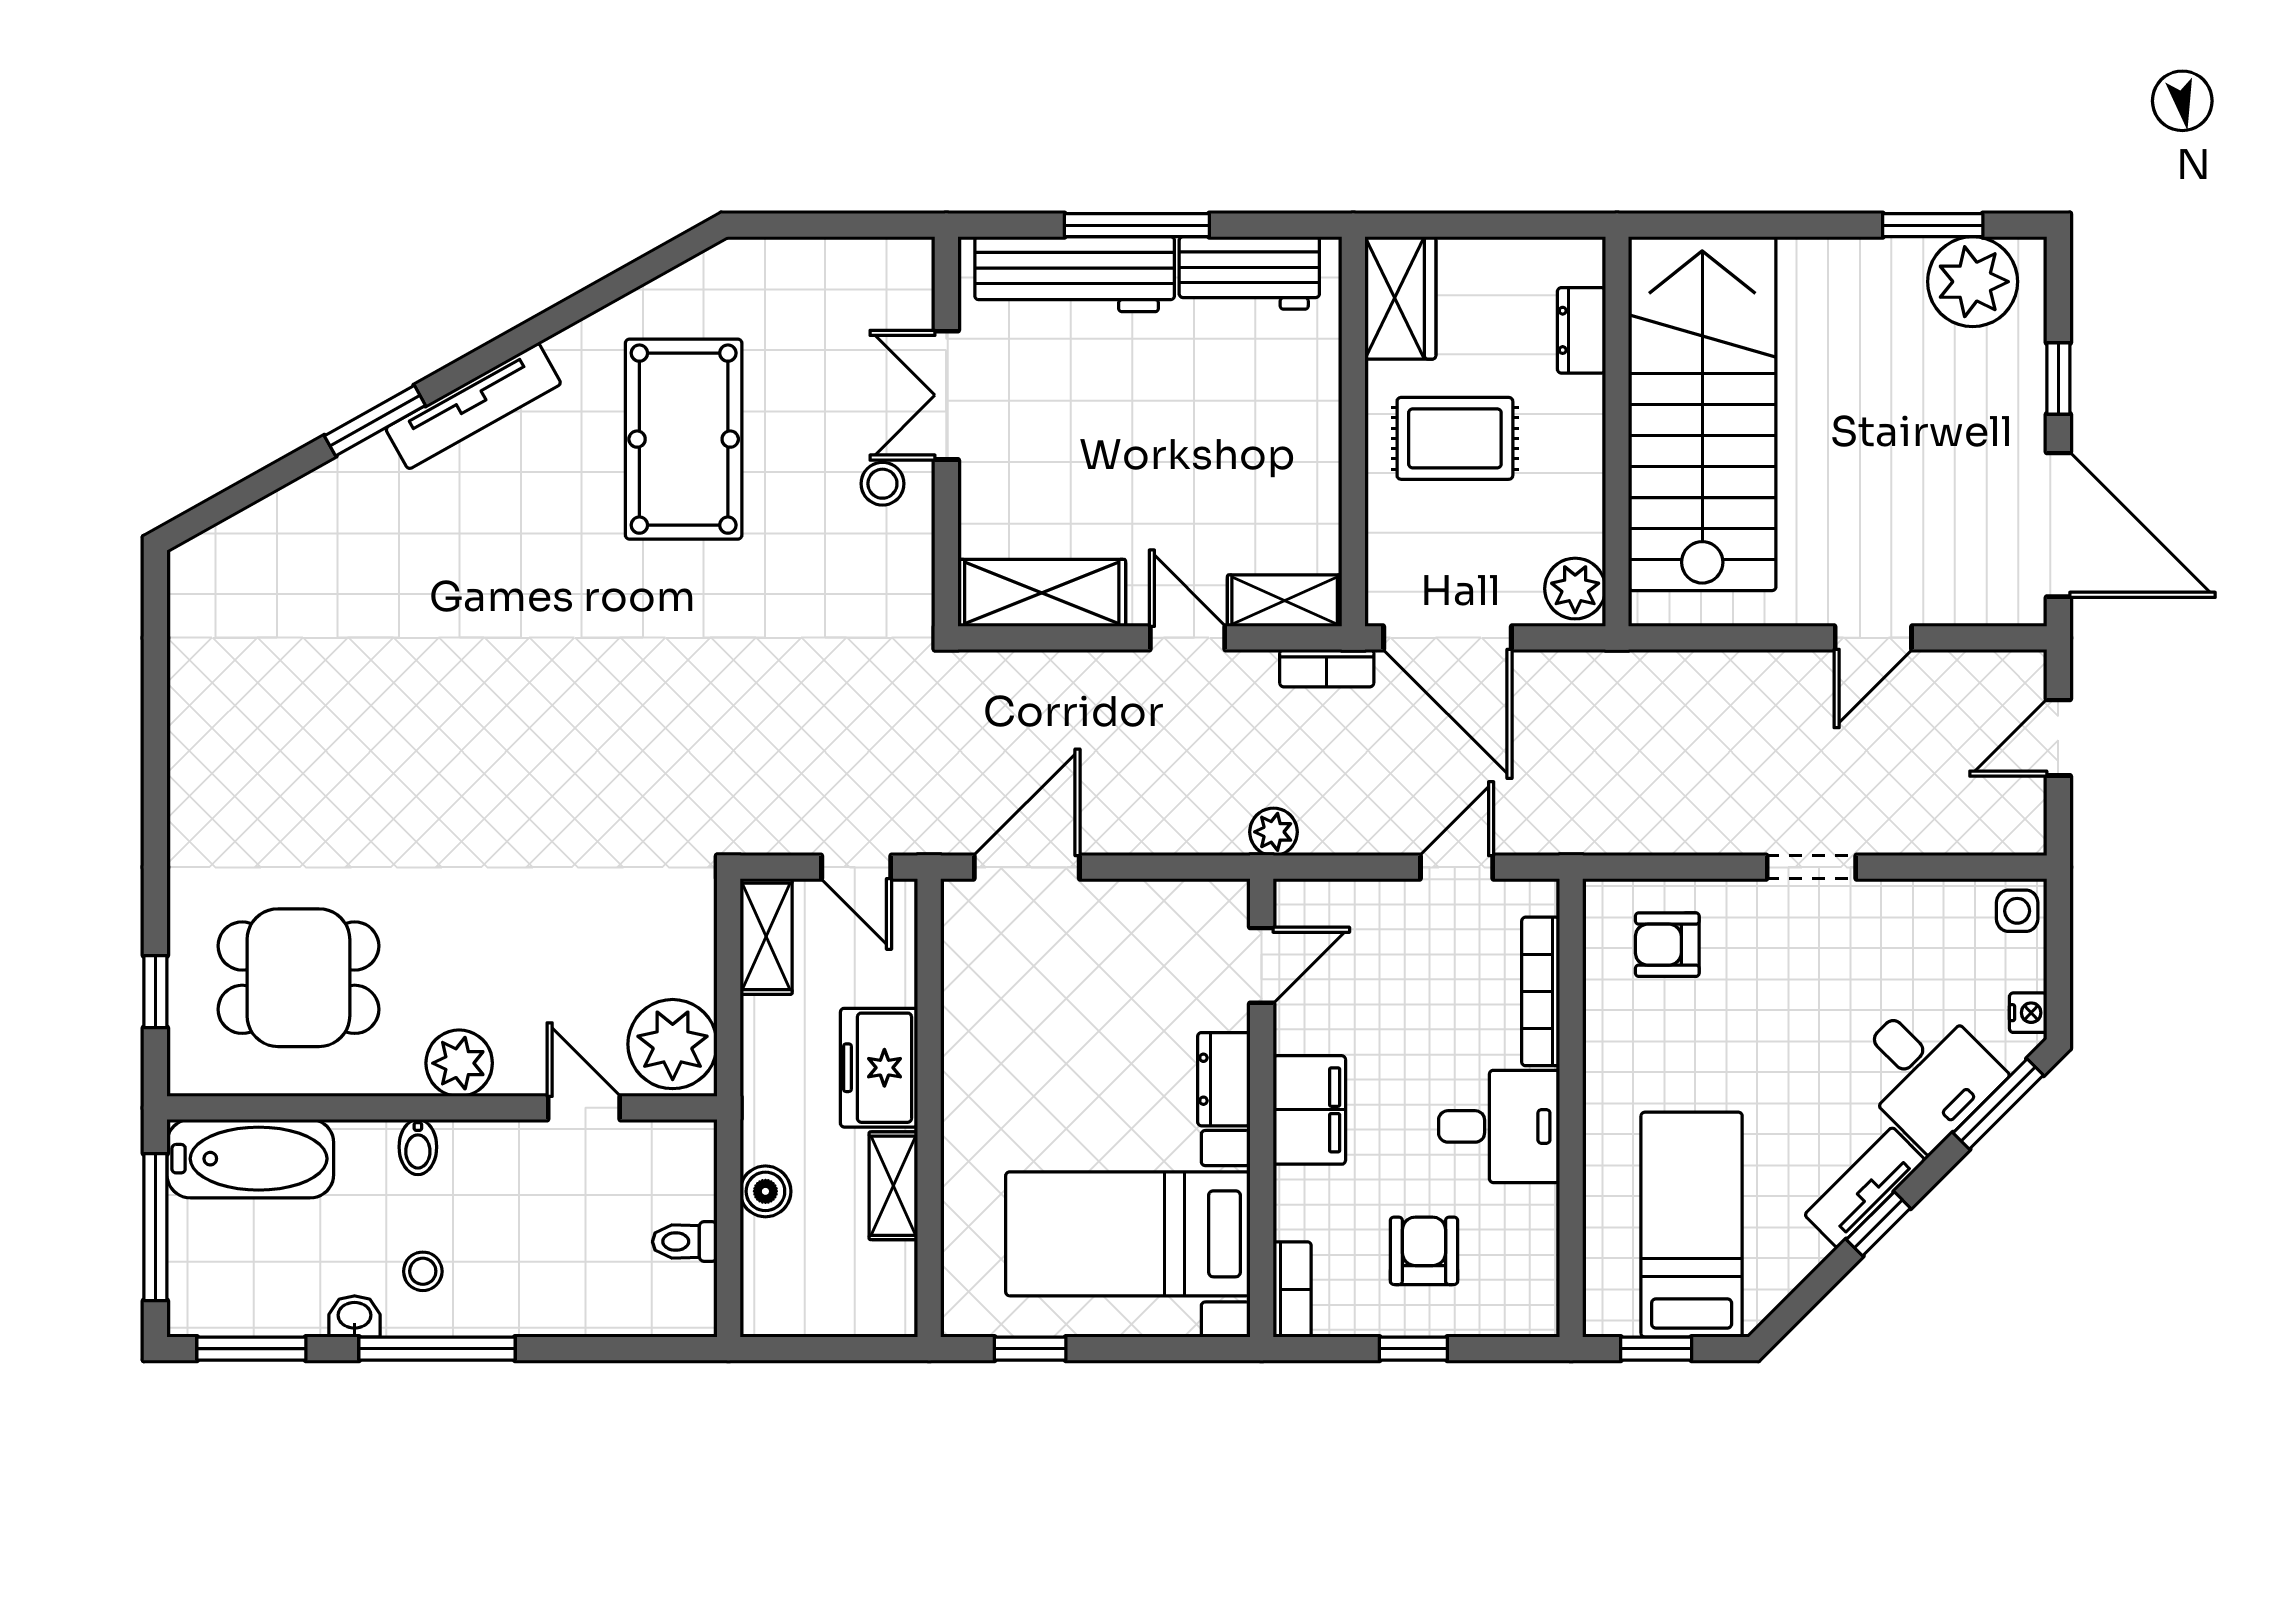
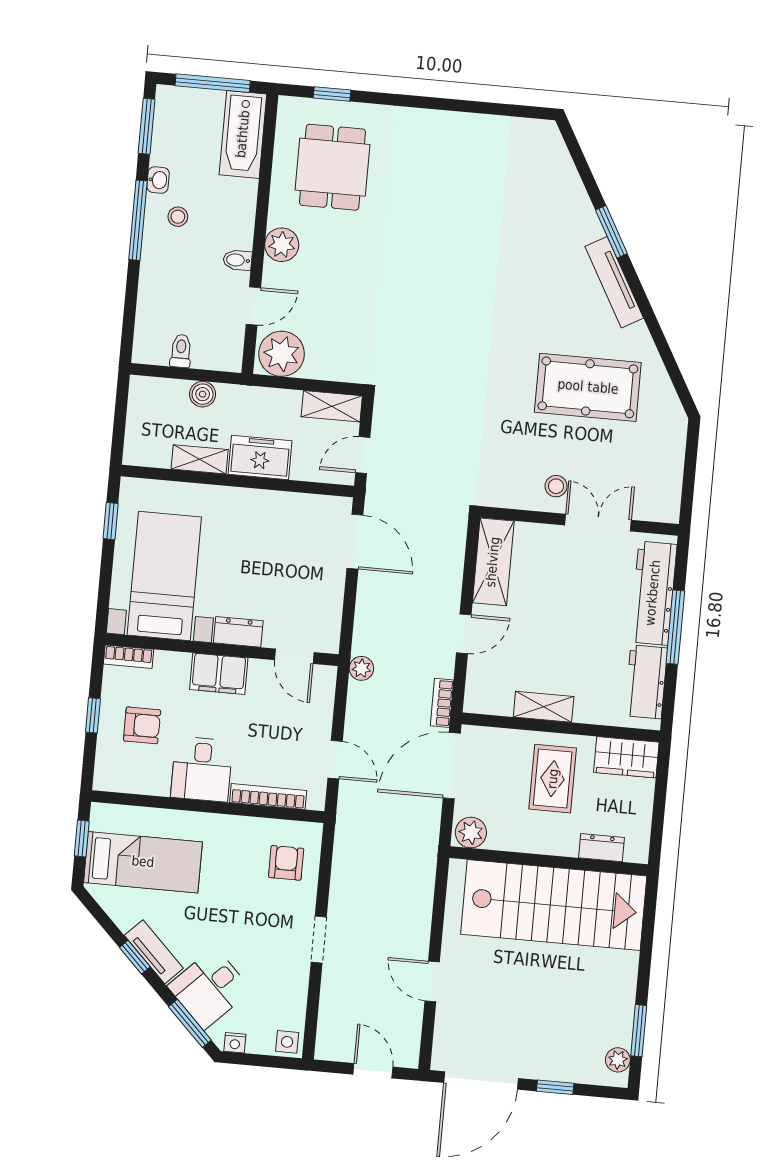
plant: (1973, 282) -> (618, 1060), width x0.53, depth x0.53
shelving: (1285, 601) -> (544, 707), moved, turned 90
bidet: (418, 1147) -> (237, 260), moved

